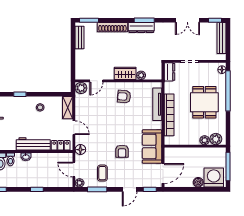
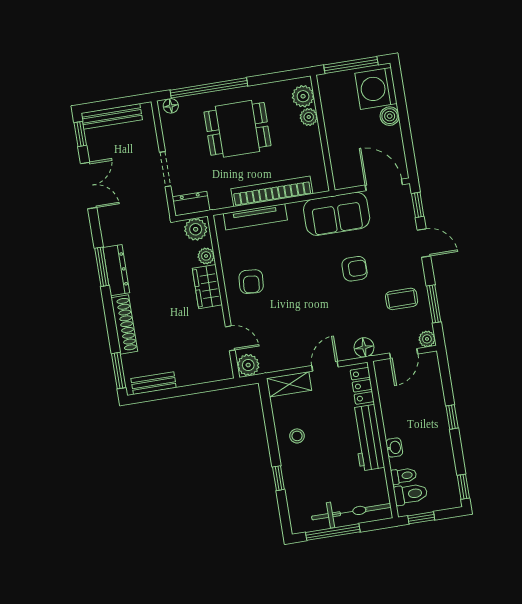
plant: (156, 72) -> (196, 229), added

